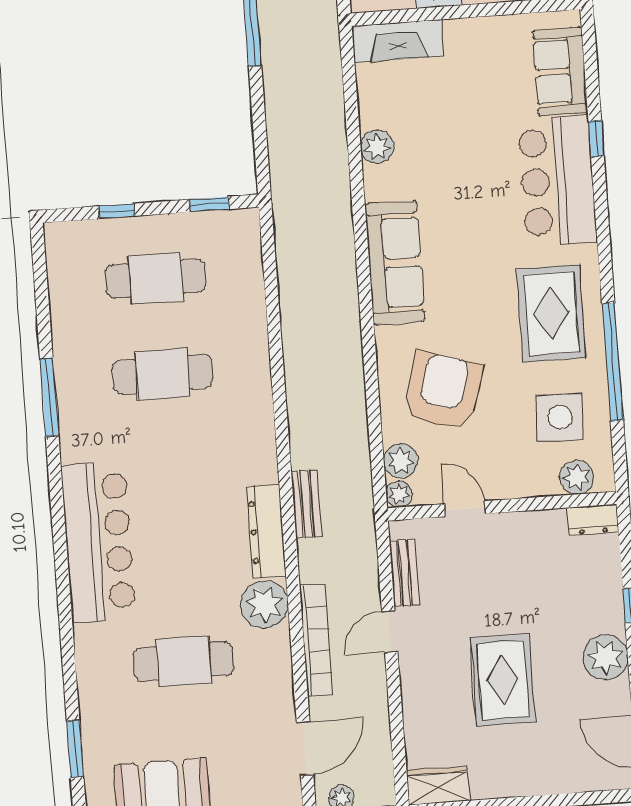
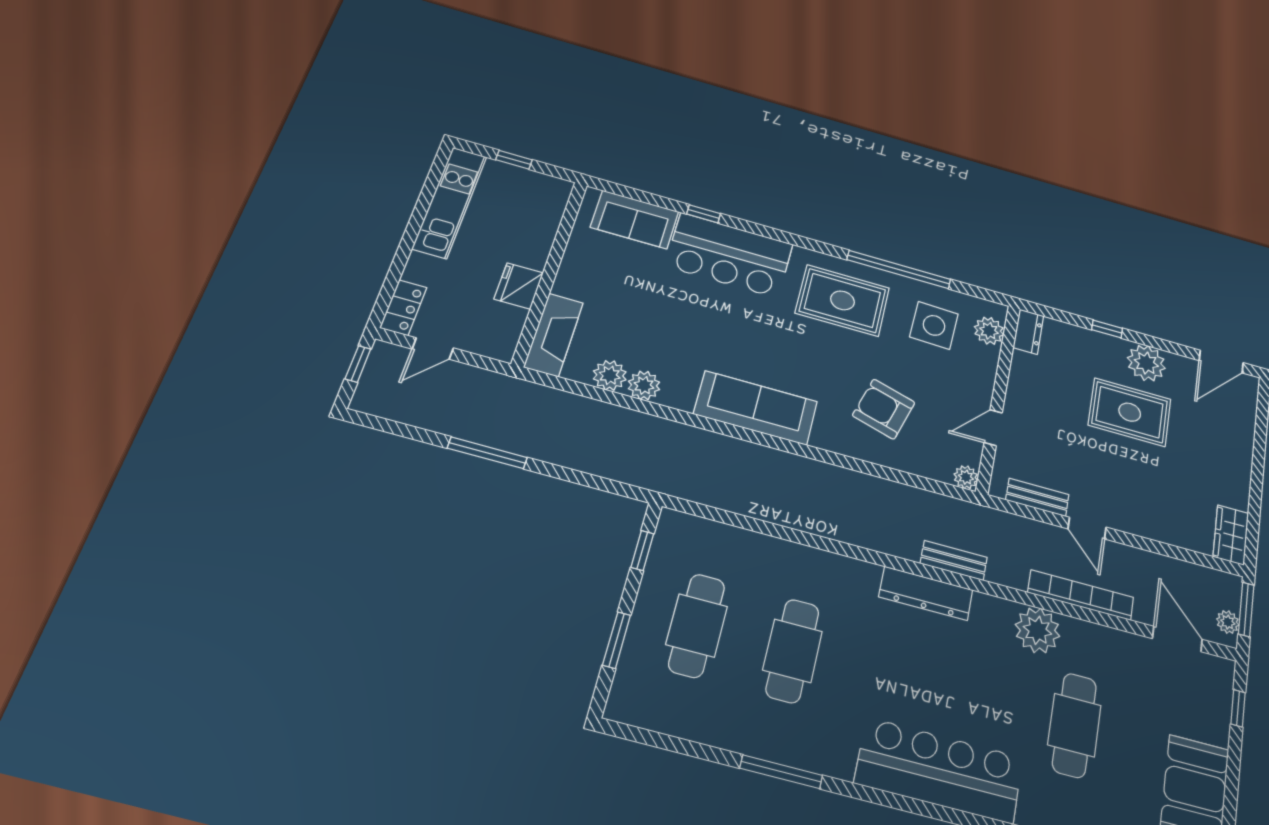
window: (117, 211) -> (617, 640), width x1.50
armchair: (443, 391) -> (884, 409), width x0.73, depth x0.73
plant: (401, 461) -> (610, 375), moved
dresser: (266, 531) -> (926, 593), moved
rug: (503, 680) -> (1130, 412), moved

